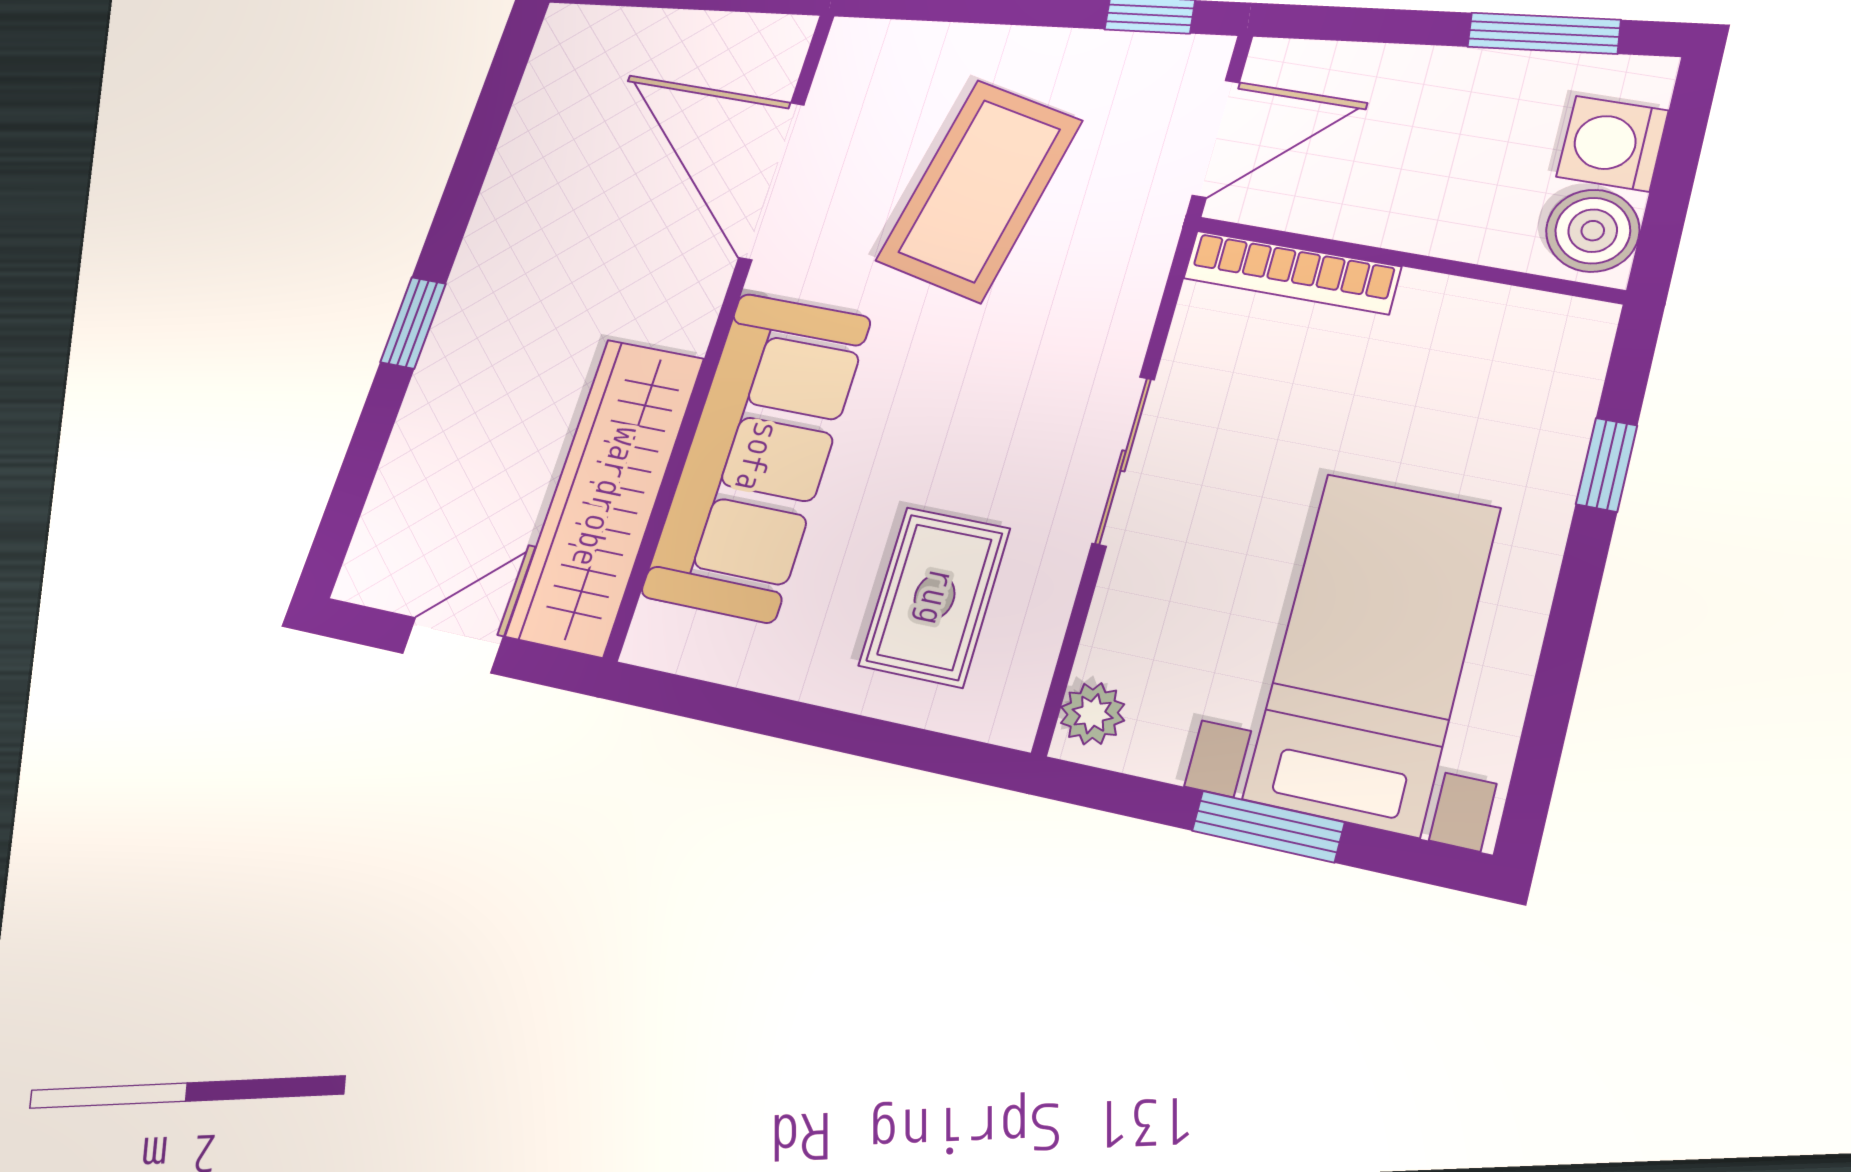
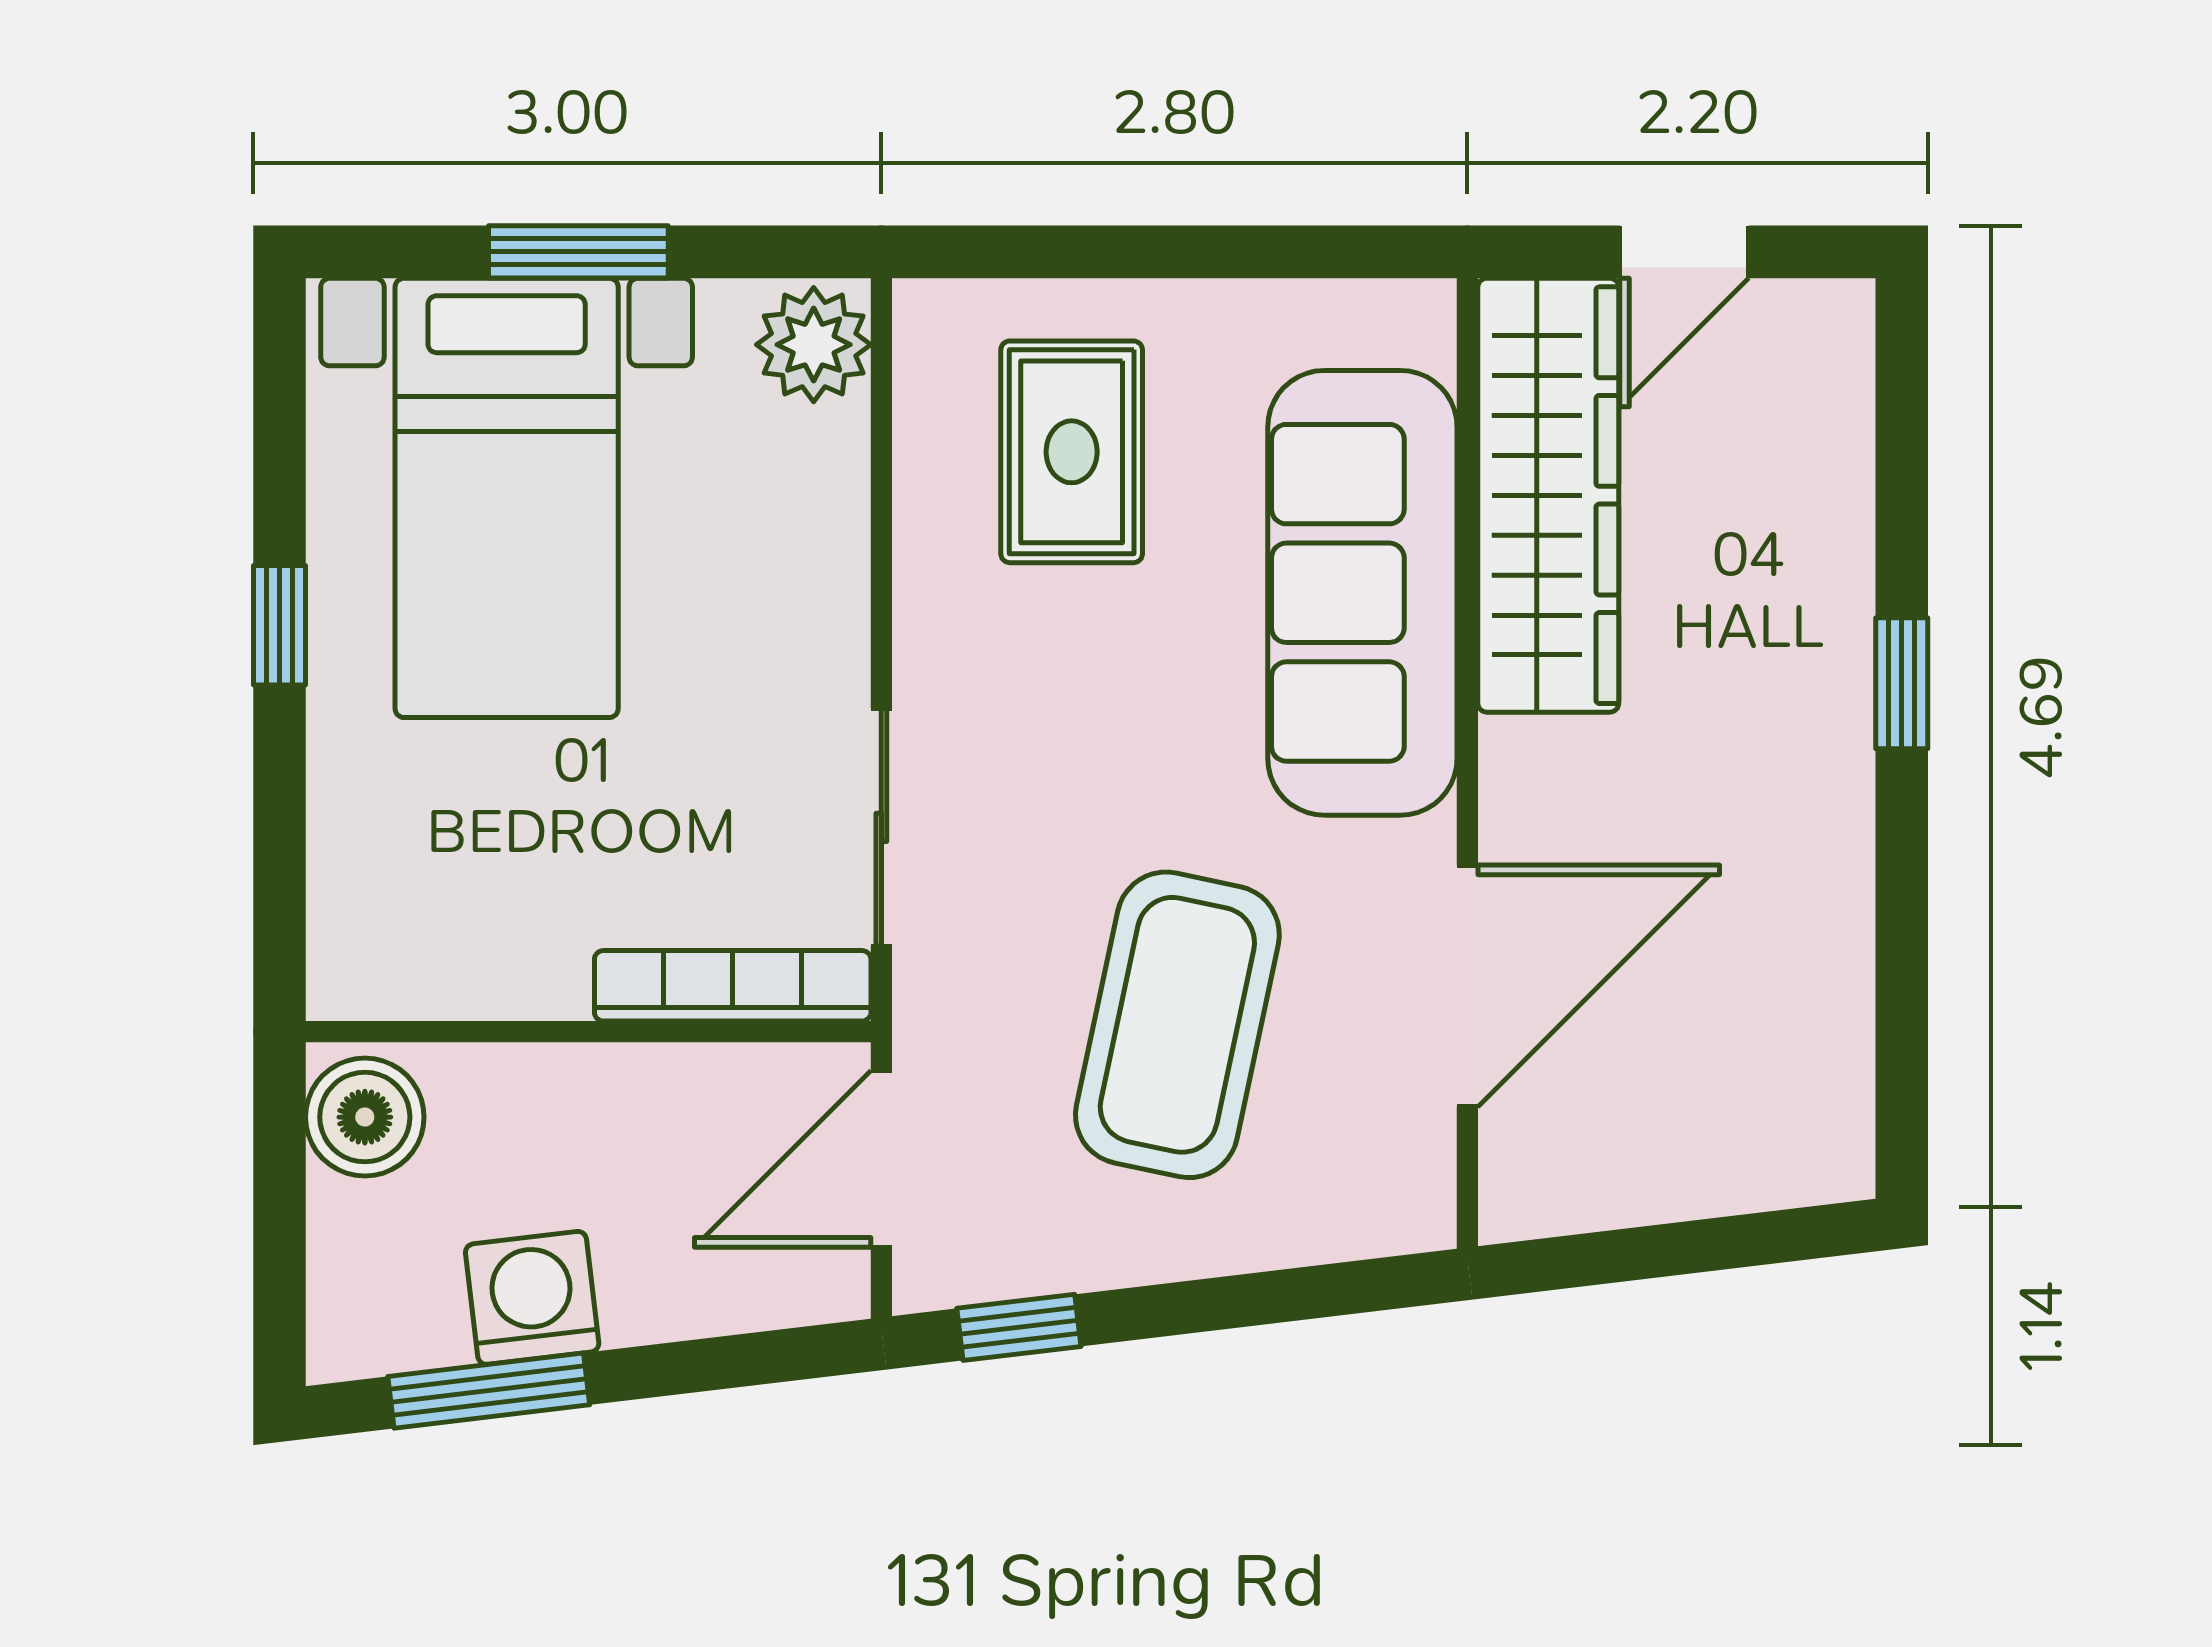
washing machine: (1612, 144) -> (532, 1298), moved, turned -97
door: (772, 181) -> (1467, 986), hinge flipped
sliding door: (1123, 461) -> (881, 827), moved
window: (1607, 465) -> (280, 625), moved
plant: (1093, 714) -> (814, 345), width x1.38, depth x1.38

